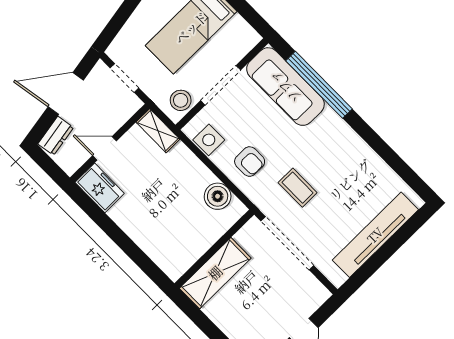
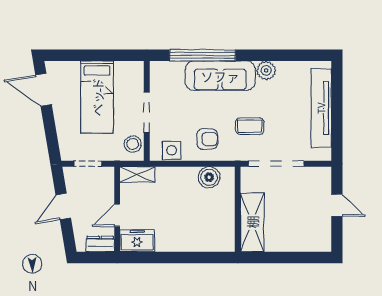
sofa: (285, 87) -> (220, 76), moved
door: (66, 93) -> (63, 206), width x0.73
dresser: (56, 136) -> (100, 244), moved, turned -80
plant: (361, 154) -> (266, 70), added

